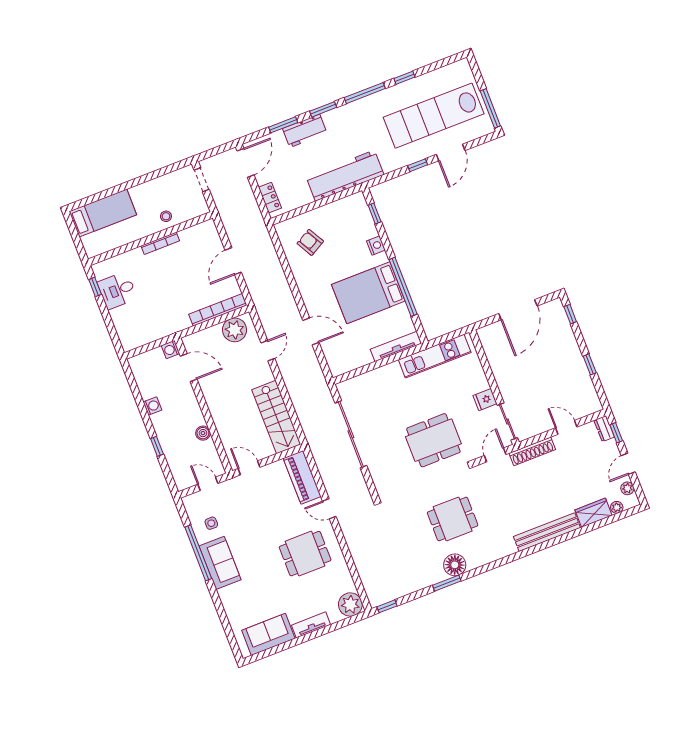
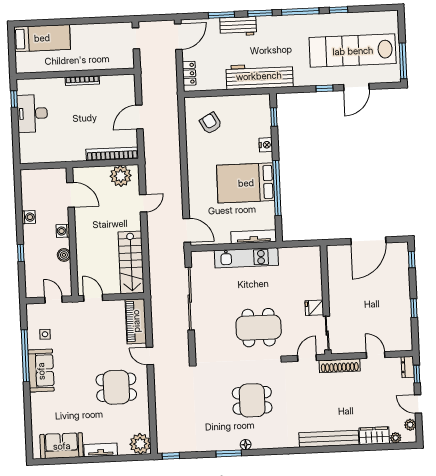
stool: (166, 216) -> (95, 59), removed
desk: (117, 290) -> (32, 113), width x1.37
door: (311, 331) -> (187, 230), moved
washing machine: (171, 350) -> (63, 231), moved
kitchen unit: (435, 356) -> (246, 258), moved
door: (628, 464) -> (418, 404), hinge flipped
floor lamp: (455, 565) -> (246, 445), width x0.53, depth x0.53

